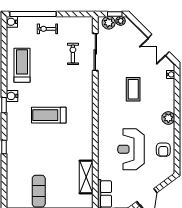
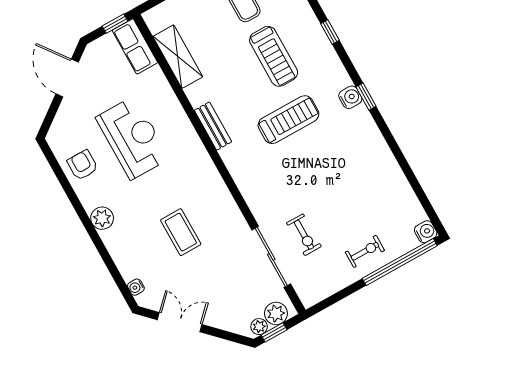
treadmill: (22, 65) -> (274, 56), moved
water cooler: (12, 96) -> (350, 97), moved
bench: (88, 133) -> (213, 126), added

